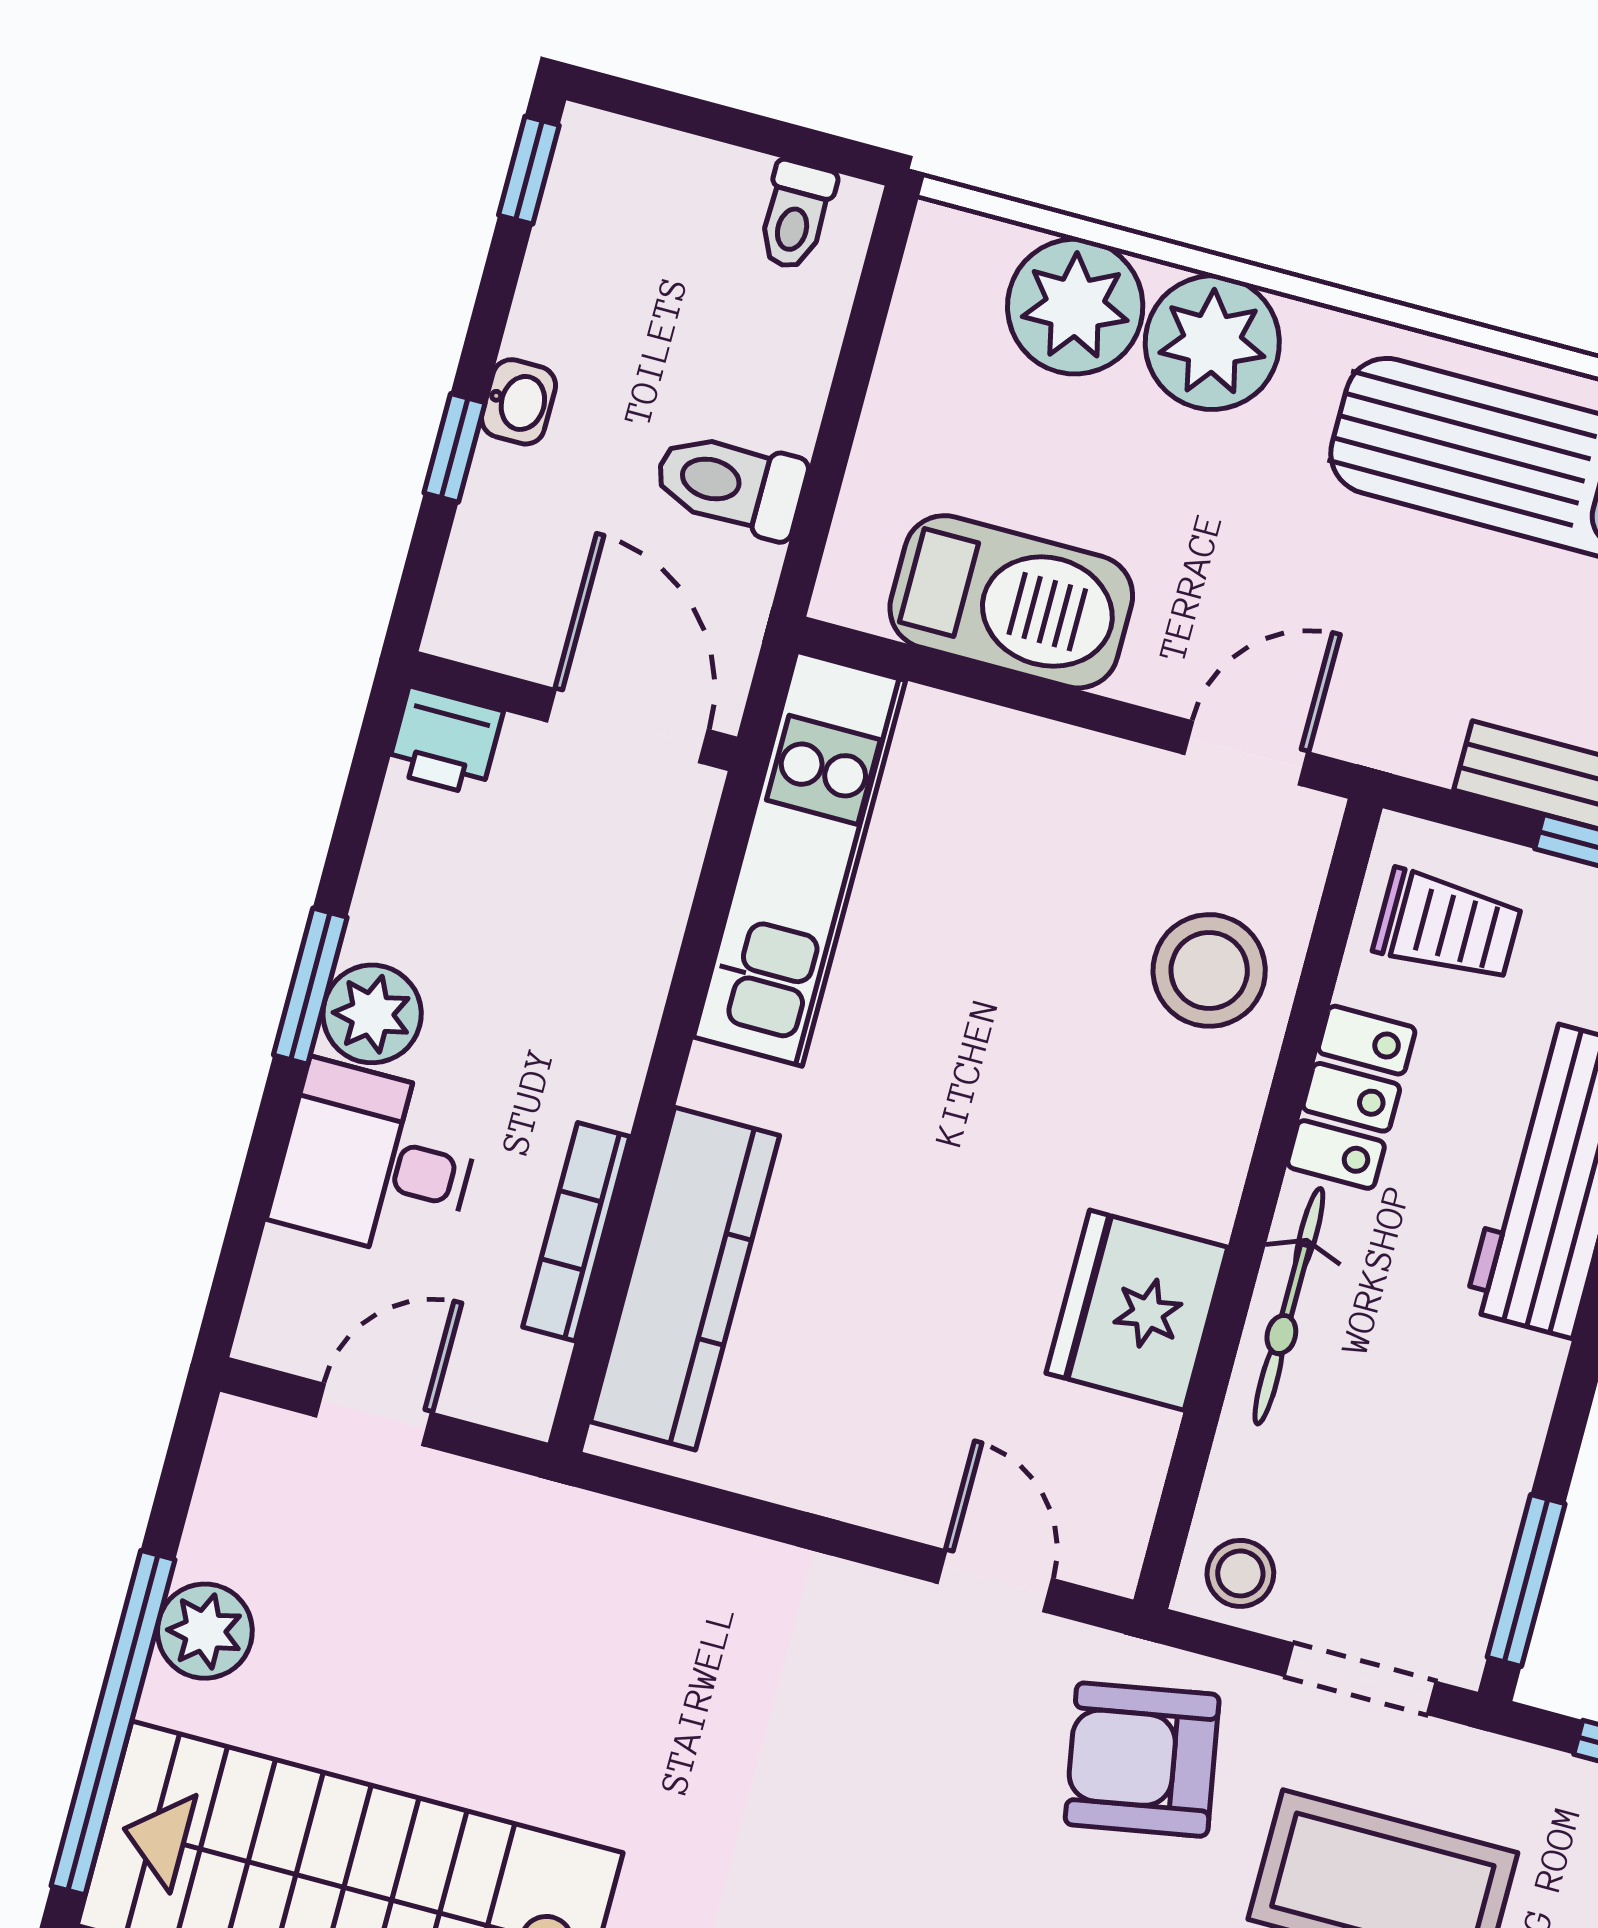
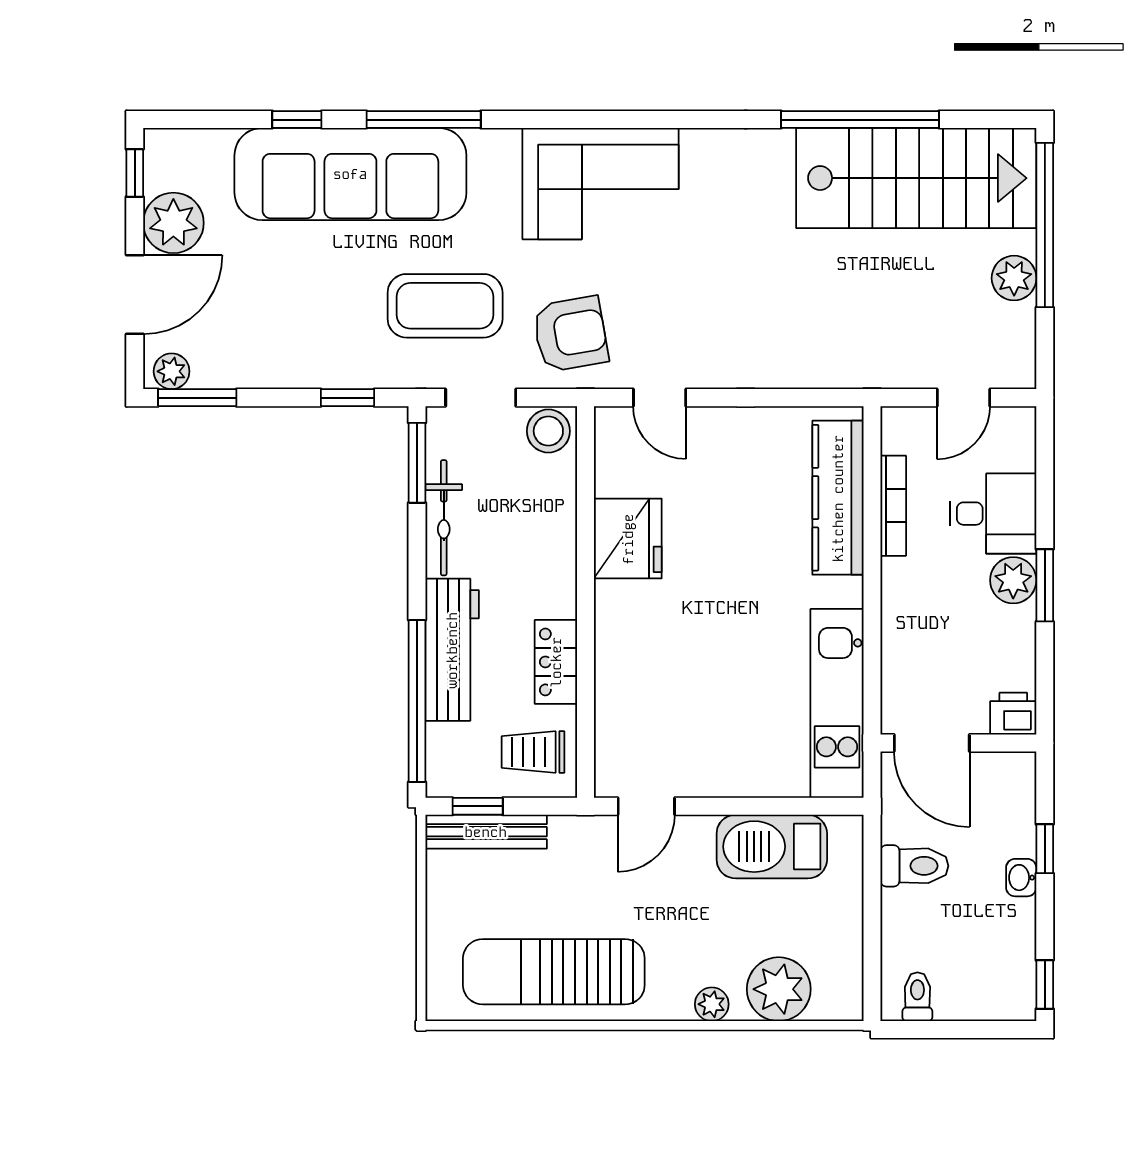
plant: (1212, 343) -> (712, 1004), width x0.53, depth x0.53
stool: (1209, 970) -> (636, 702), removed
bicycle: (1289, 1306) -> (444, 518), moved, turned 180
stool: (1240, 1573) -> (548, 431), width x1.37, depth x1.37

